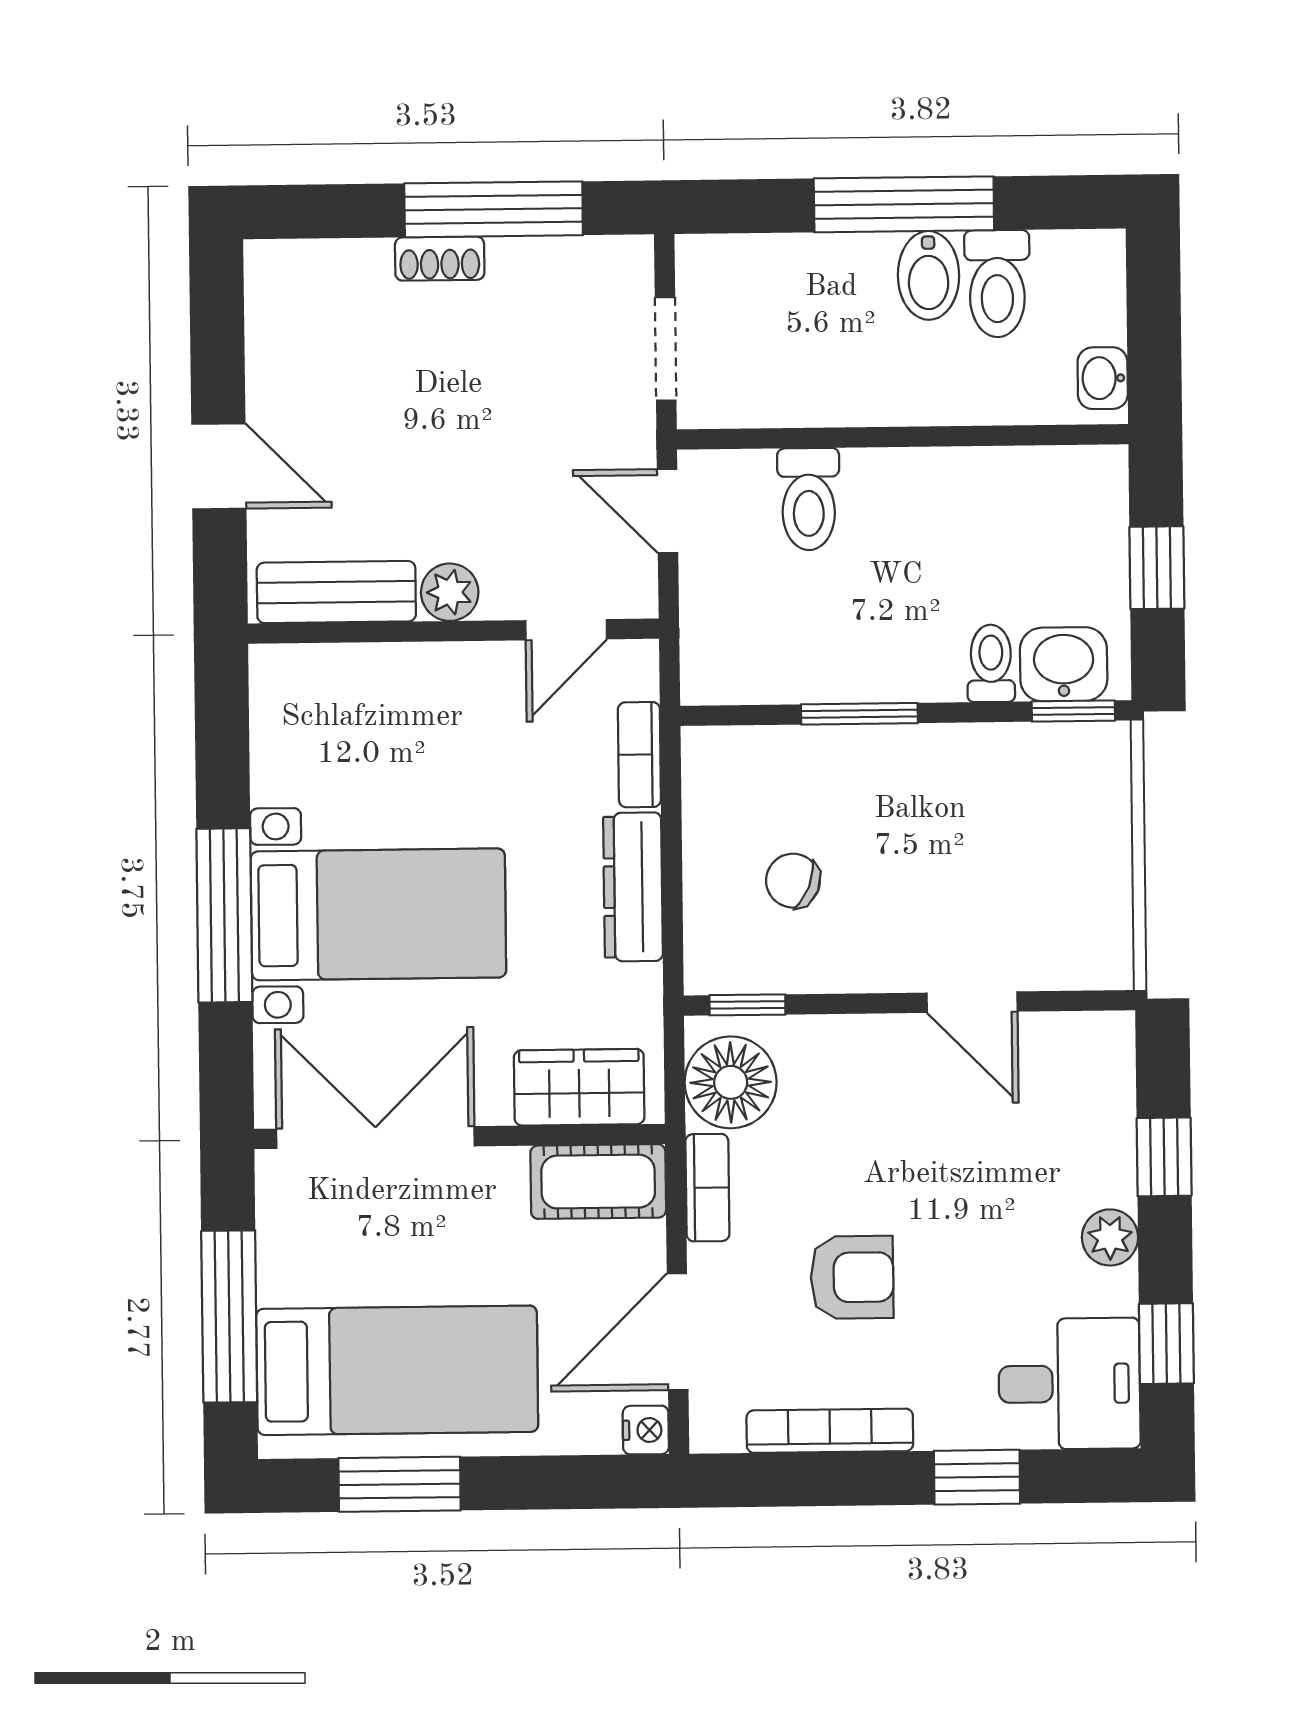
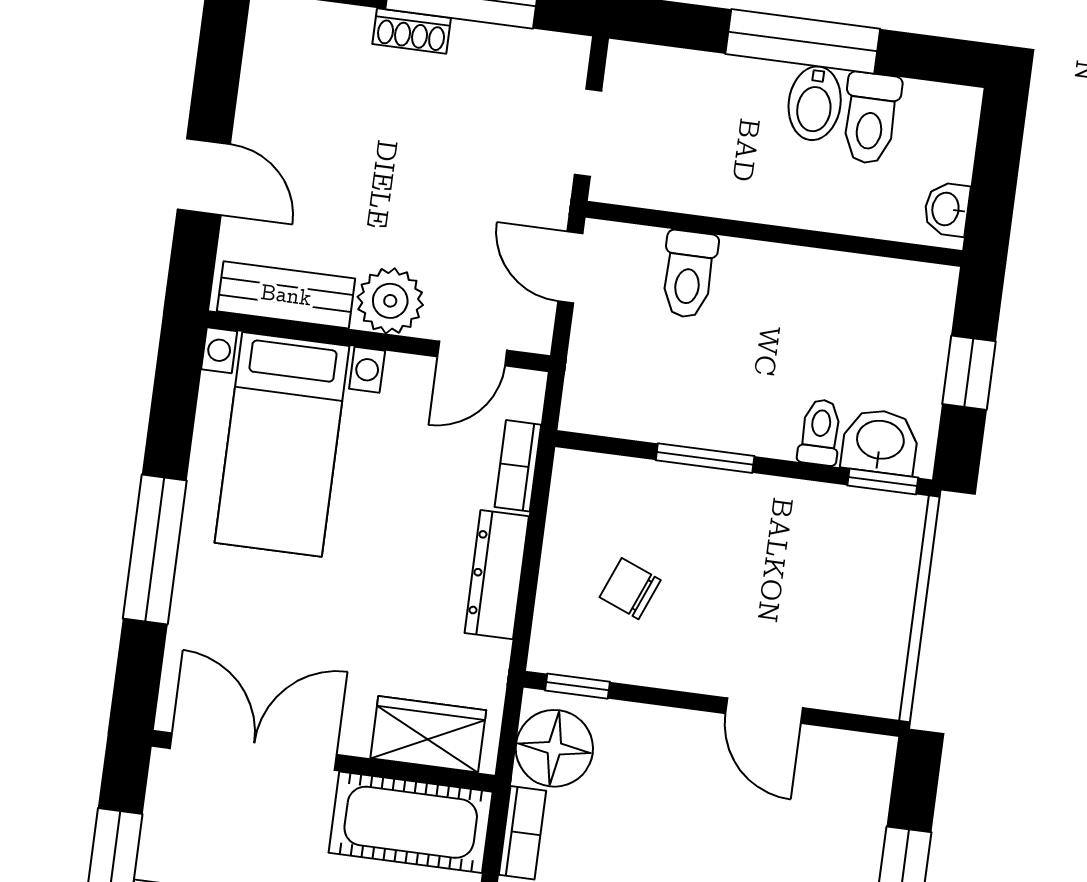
plant: (450, 592) -> (390, 301), width x1.38, depth x1.38
bed with nightstands: (378, 914) -> (282, 444), moved, turned 90
cot: (598, 1182) -> (411, 822), width x1.37, depth x1.34

